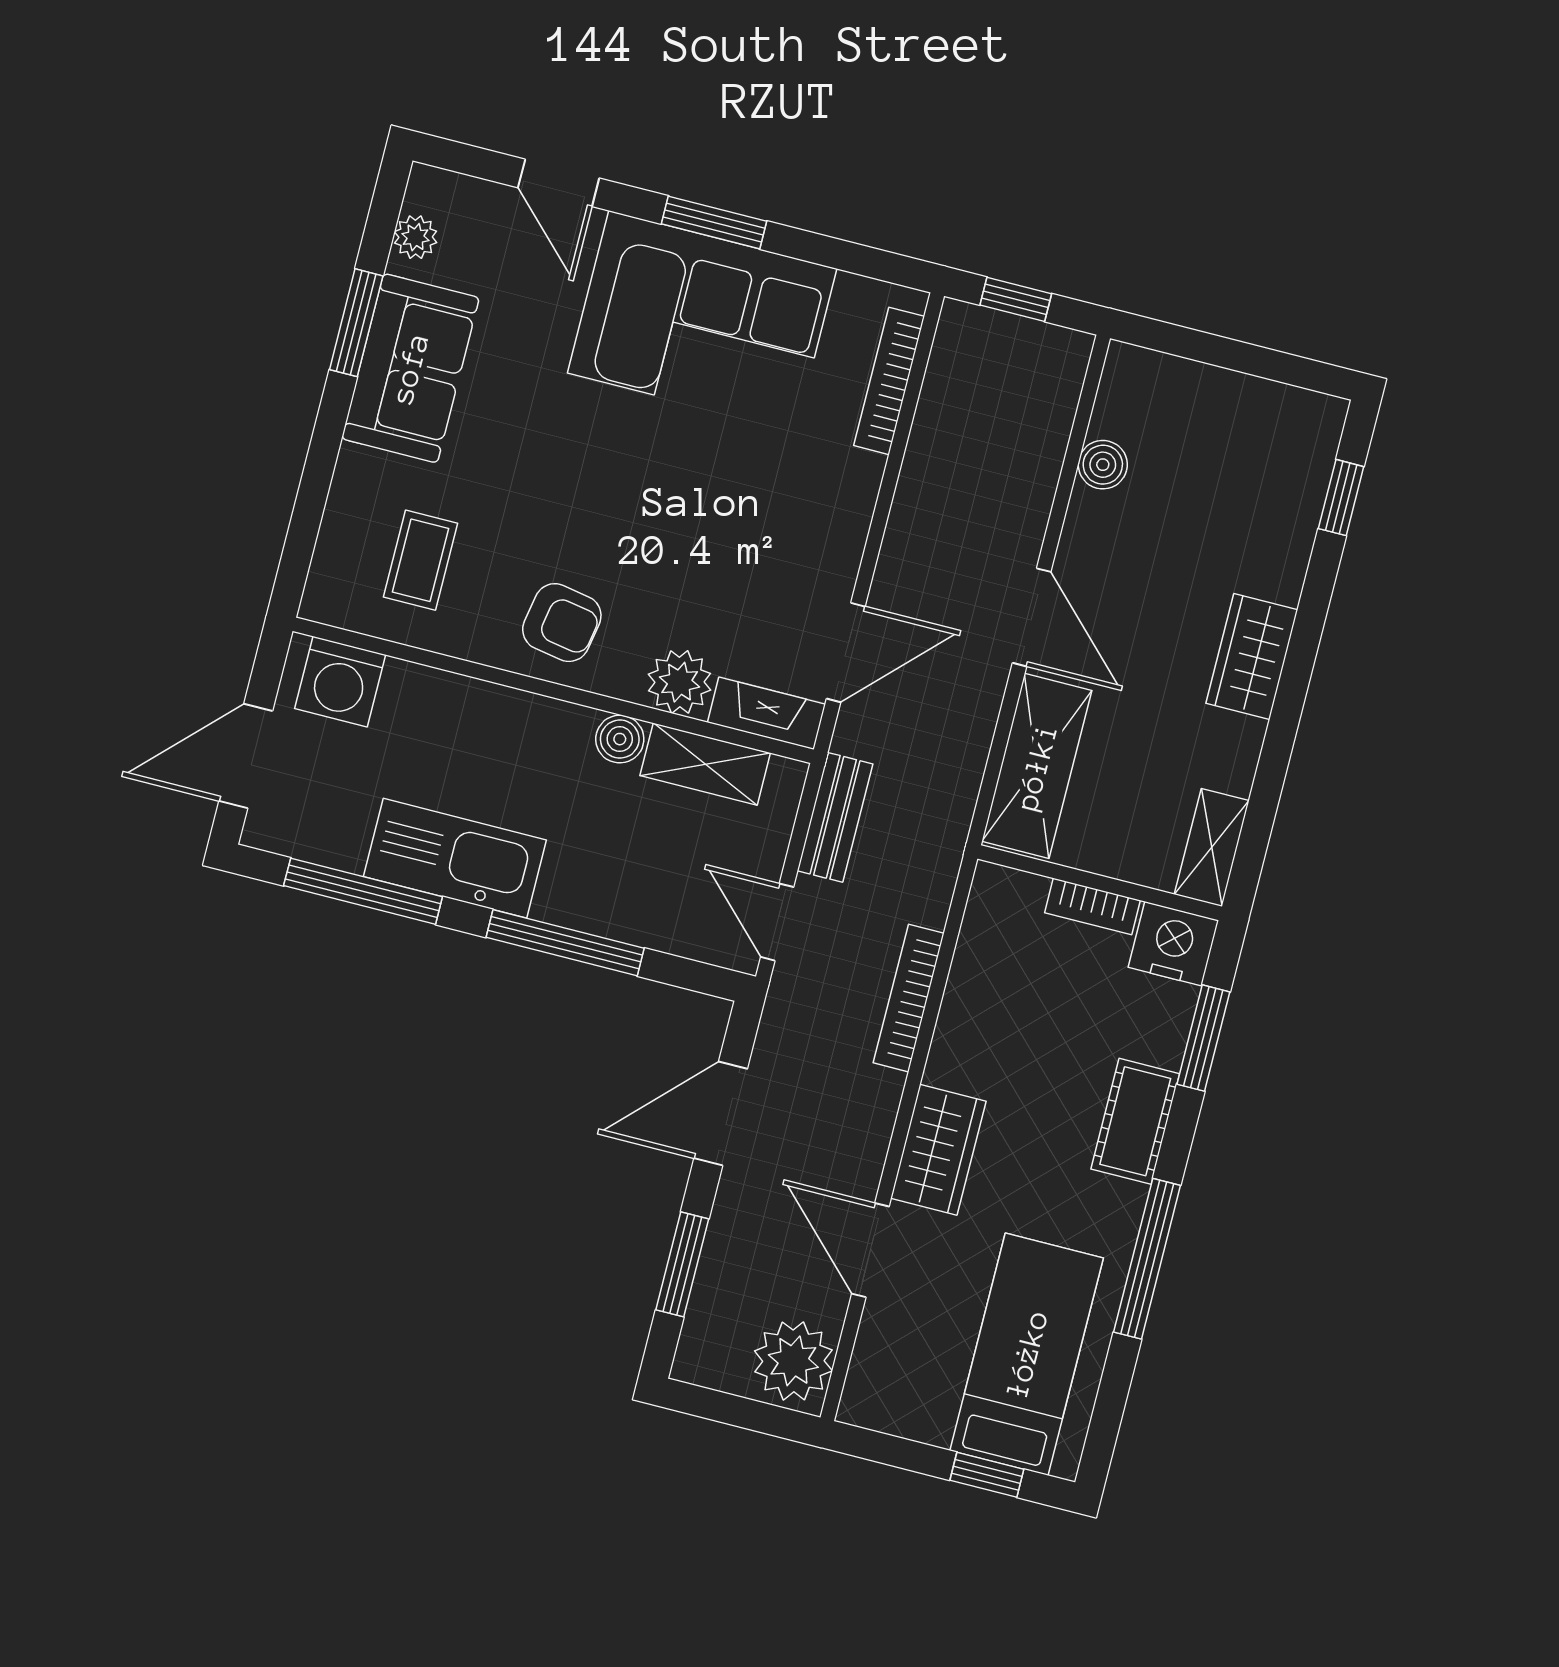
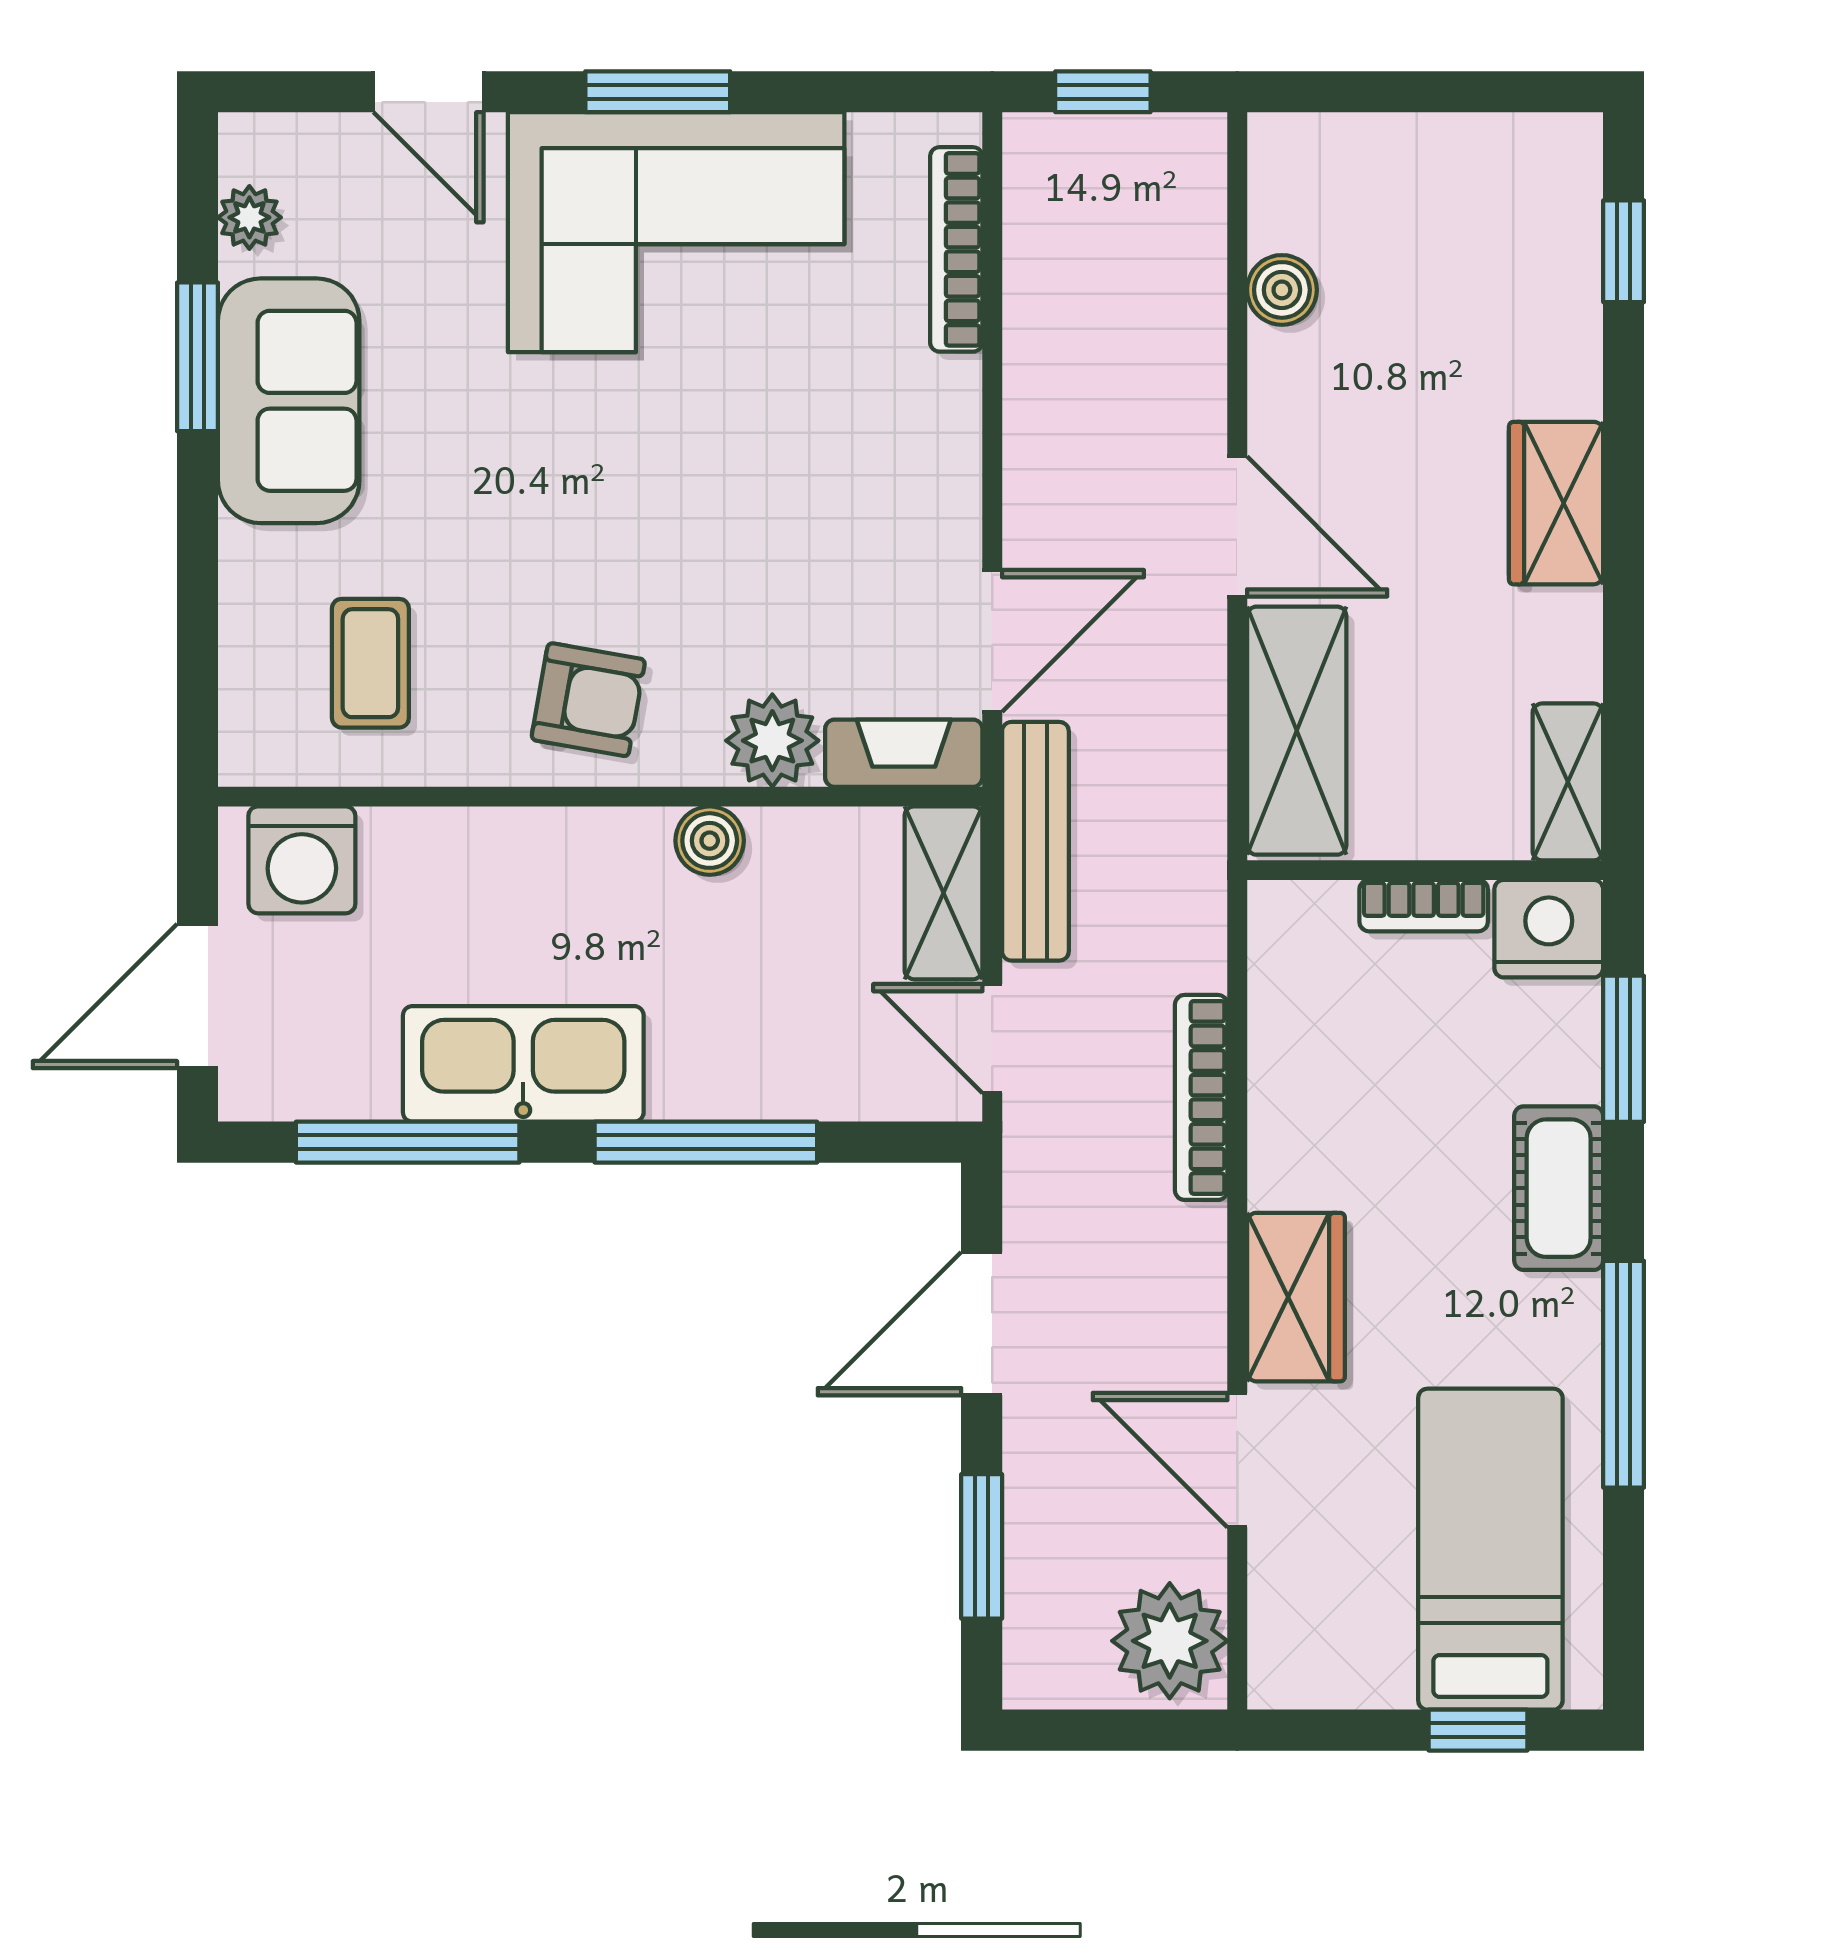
shelving: (705, 764) -> (944, 893), moved, turned 90
bench: (835, 817) -> (1035, 841), width x1.36

